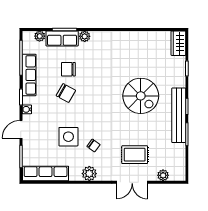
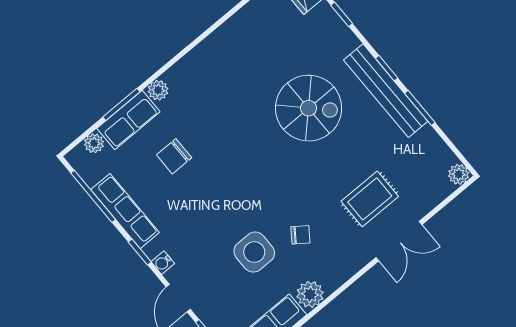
chair: (66, 93) -> (199, 193), removed
plant: (89, 174) -> (310, 294), moved
plant: (163, 175) -> (459, 174), moved

